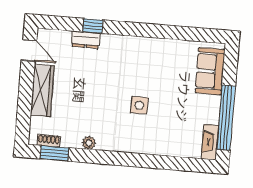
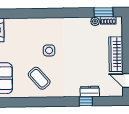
coffee table: (158, 66) -> (39, 78), added
plant: (89, 143) -> (95, 21), moved

